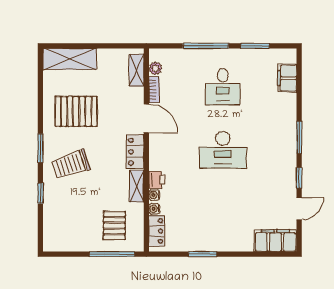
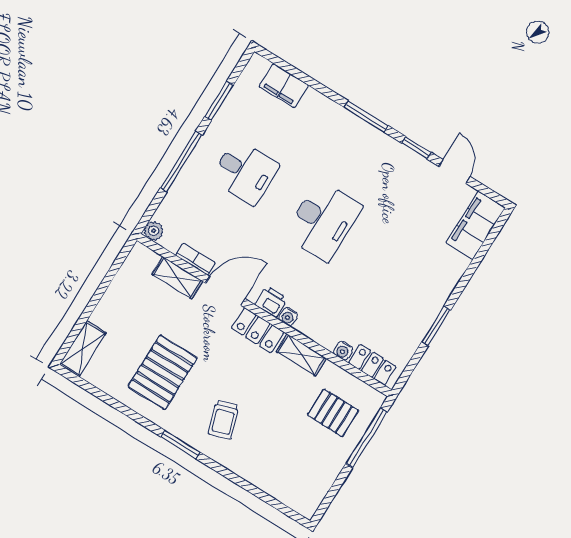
shelving: (70, 59) -> (83, 349), width x0.67, depth x0.75
plant: (155, 69) -> (154, 231), moved
shelving: (137, 70) -> (177, 278), moved
trolley: (71, 164) -> (224, 420), width x0.73, depth x0.72
printer: (157, 180) -> (271, 302), moved
window: (40, 193) -> (236, 479), removed
water cooler: (154, 195) -> (288, 317), moved

